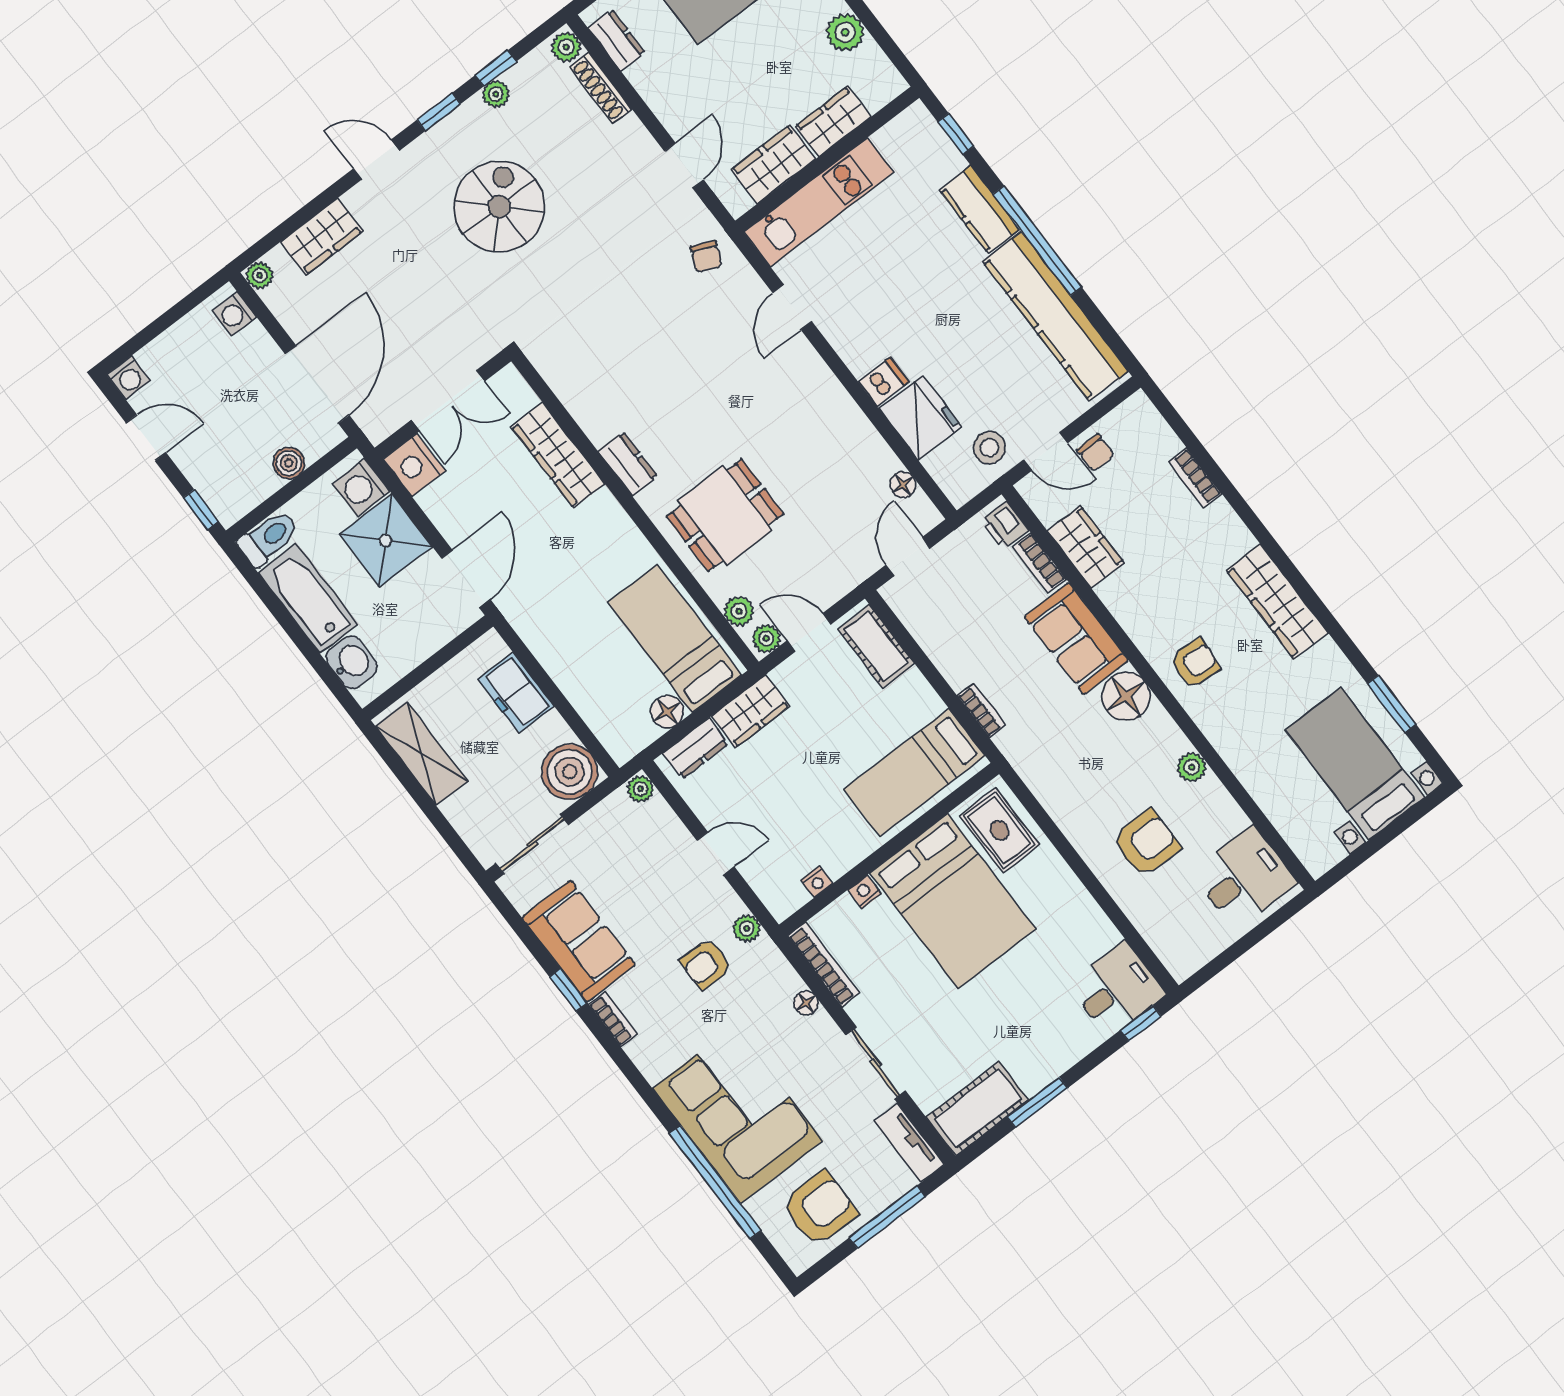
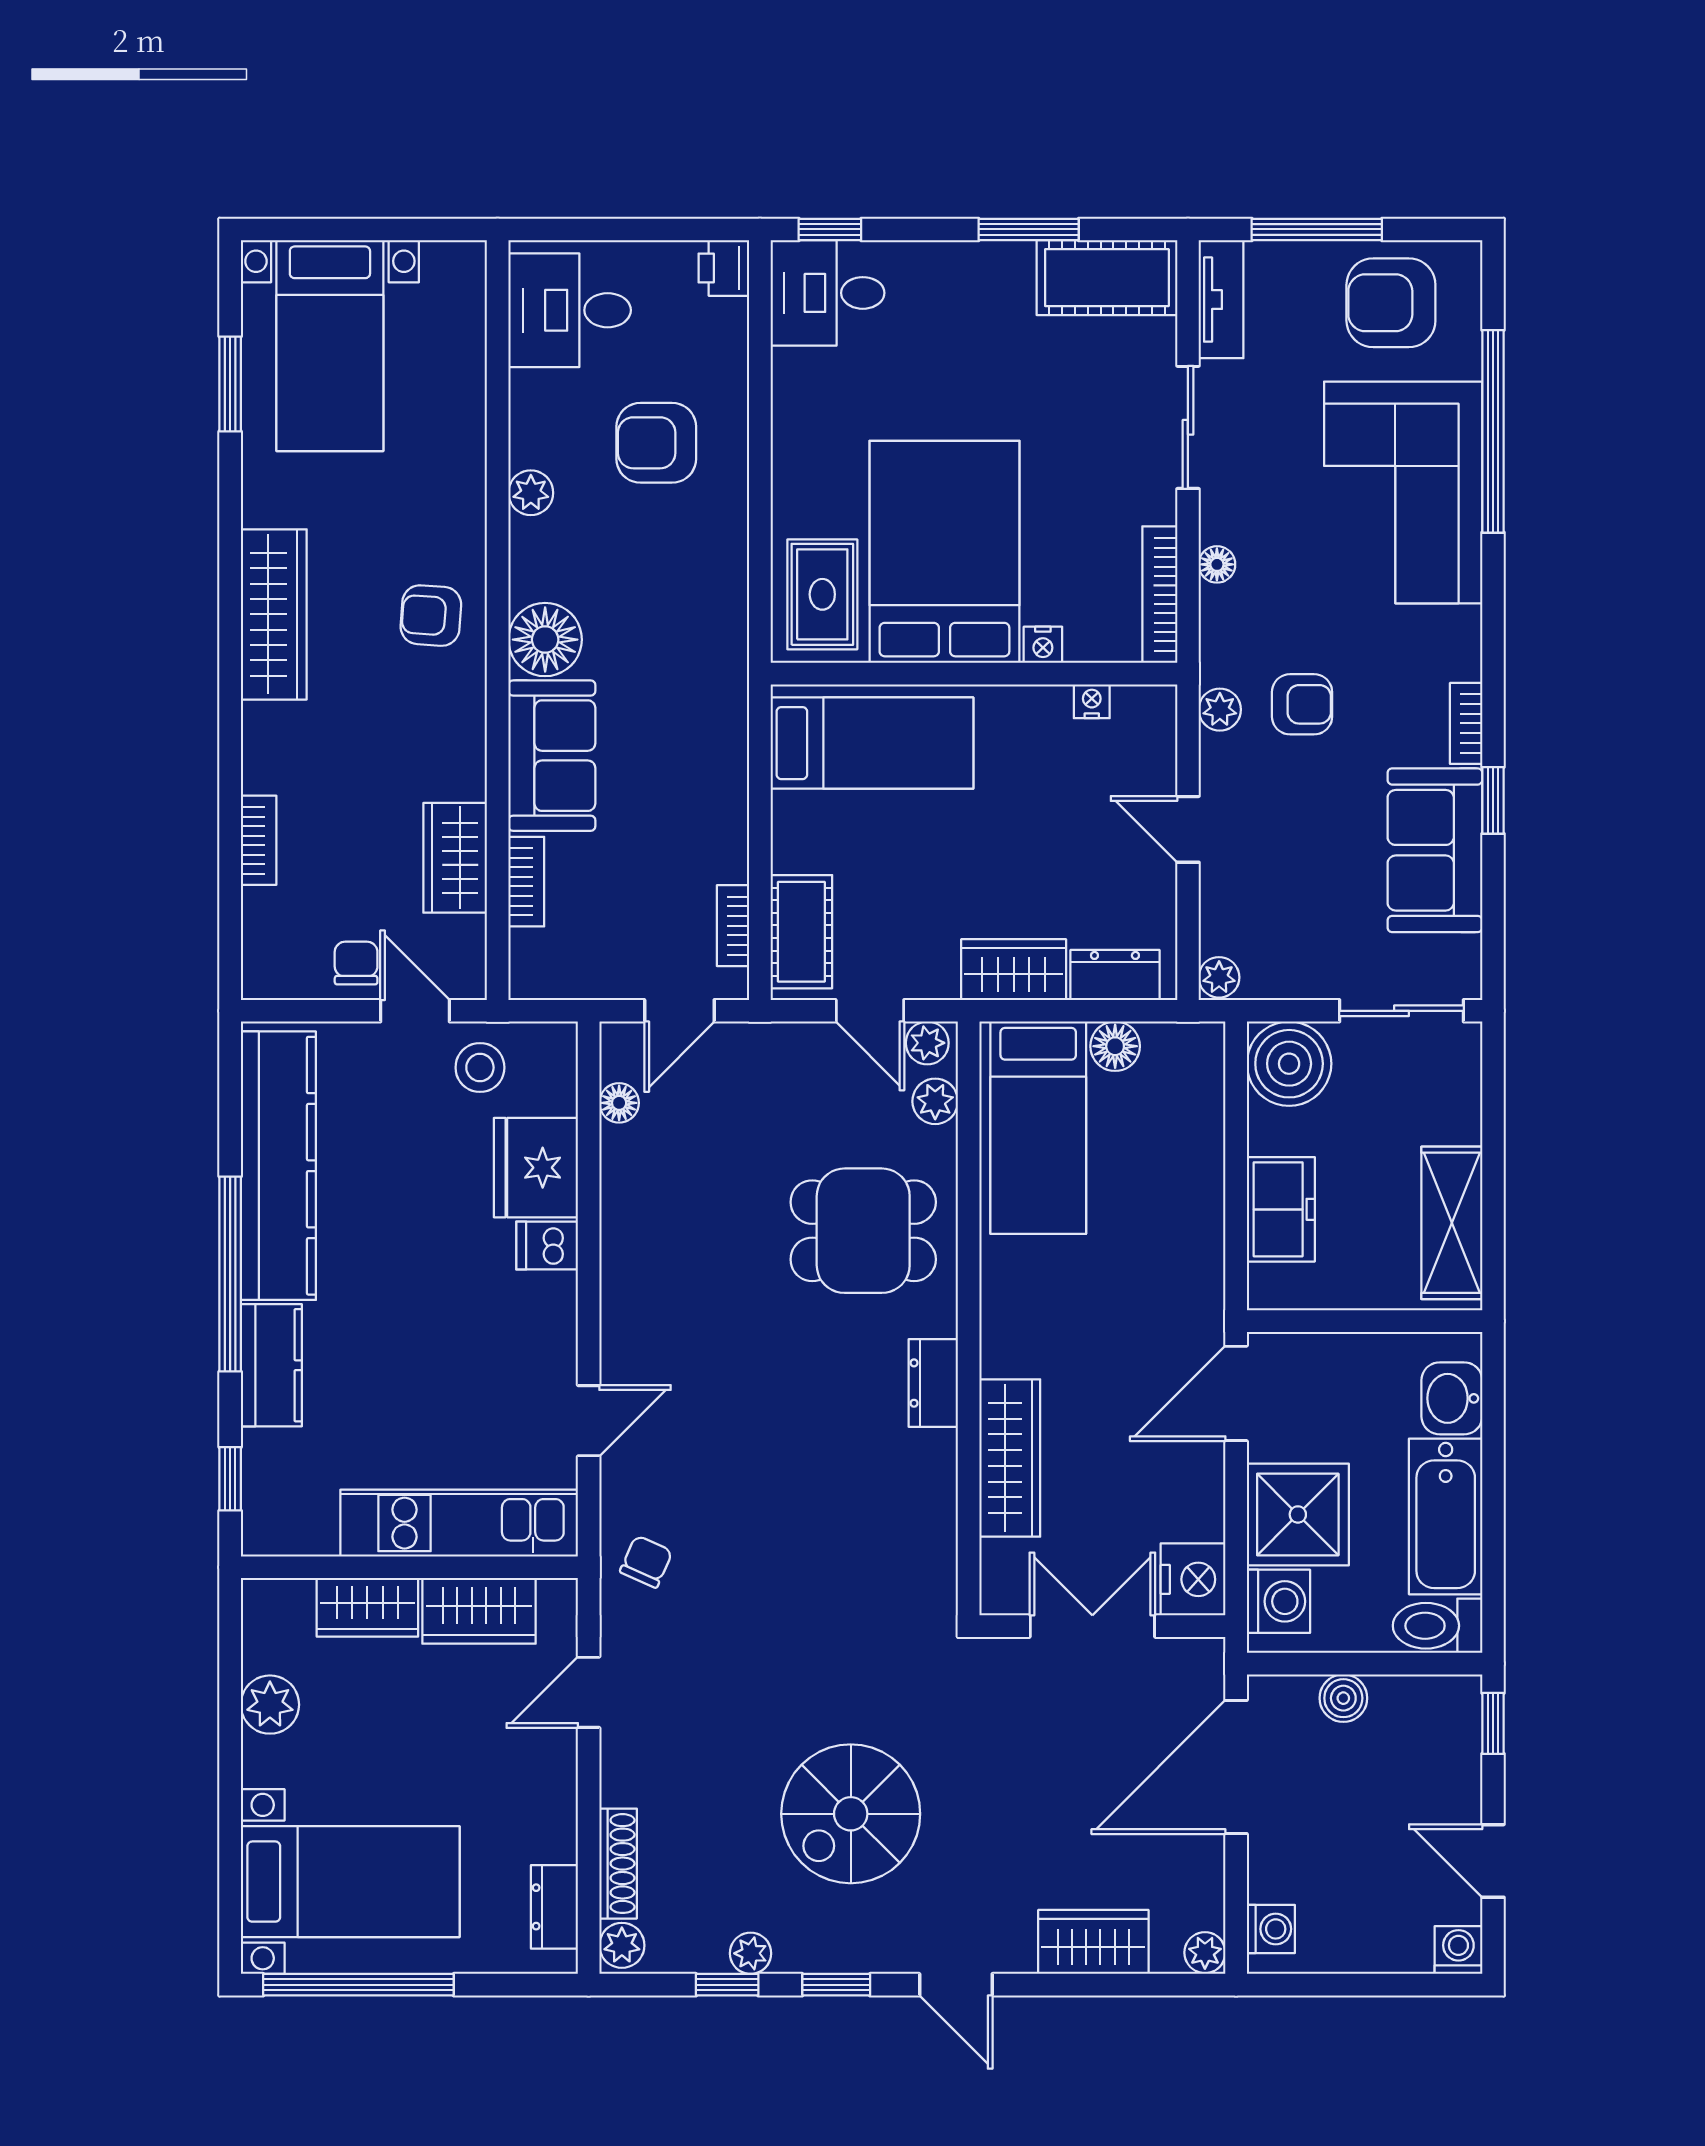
printer: (1005, 526) -> (724, 268), moved, turned 180
bookcase: (981, 710) -> (733, 926), moved

